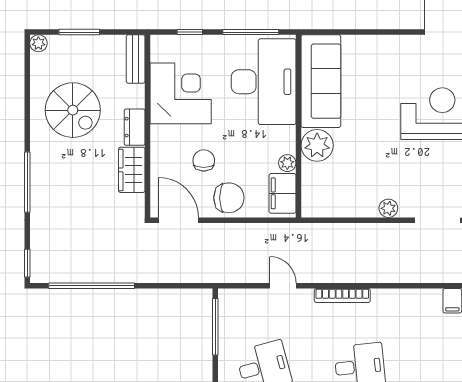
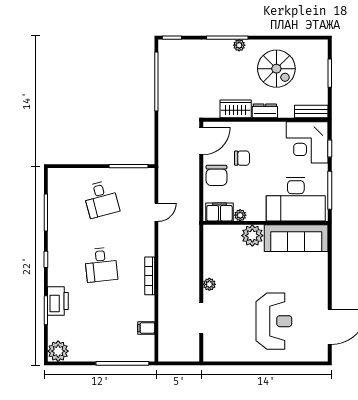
plant: (38, 43) -> (239, 45), moved
corner desk: (181, 93) -> (307, 142), moved, turned 90
spiral stairs: (73, 110) -> (276, 69), turned -90
bookcase: (342, 296) -> (150, 276), moved

